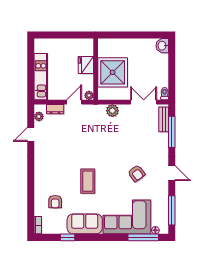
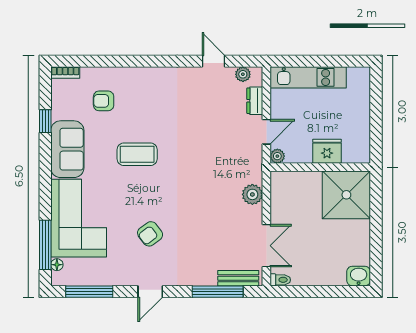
shower: (113, 72) -> (346, 195), moved
door: (74, 102) -> (266, 132), hinge flipped

